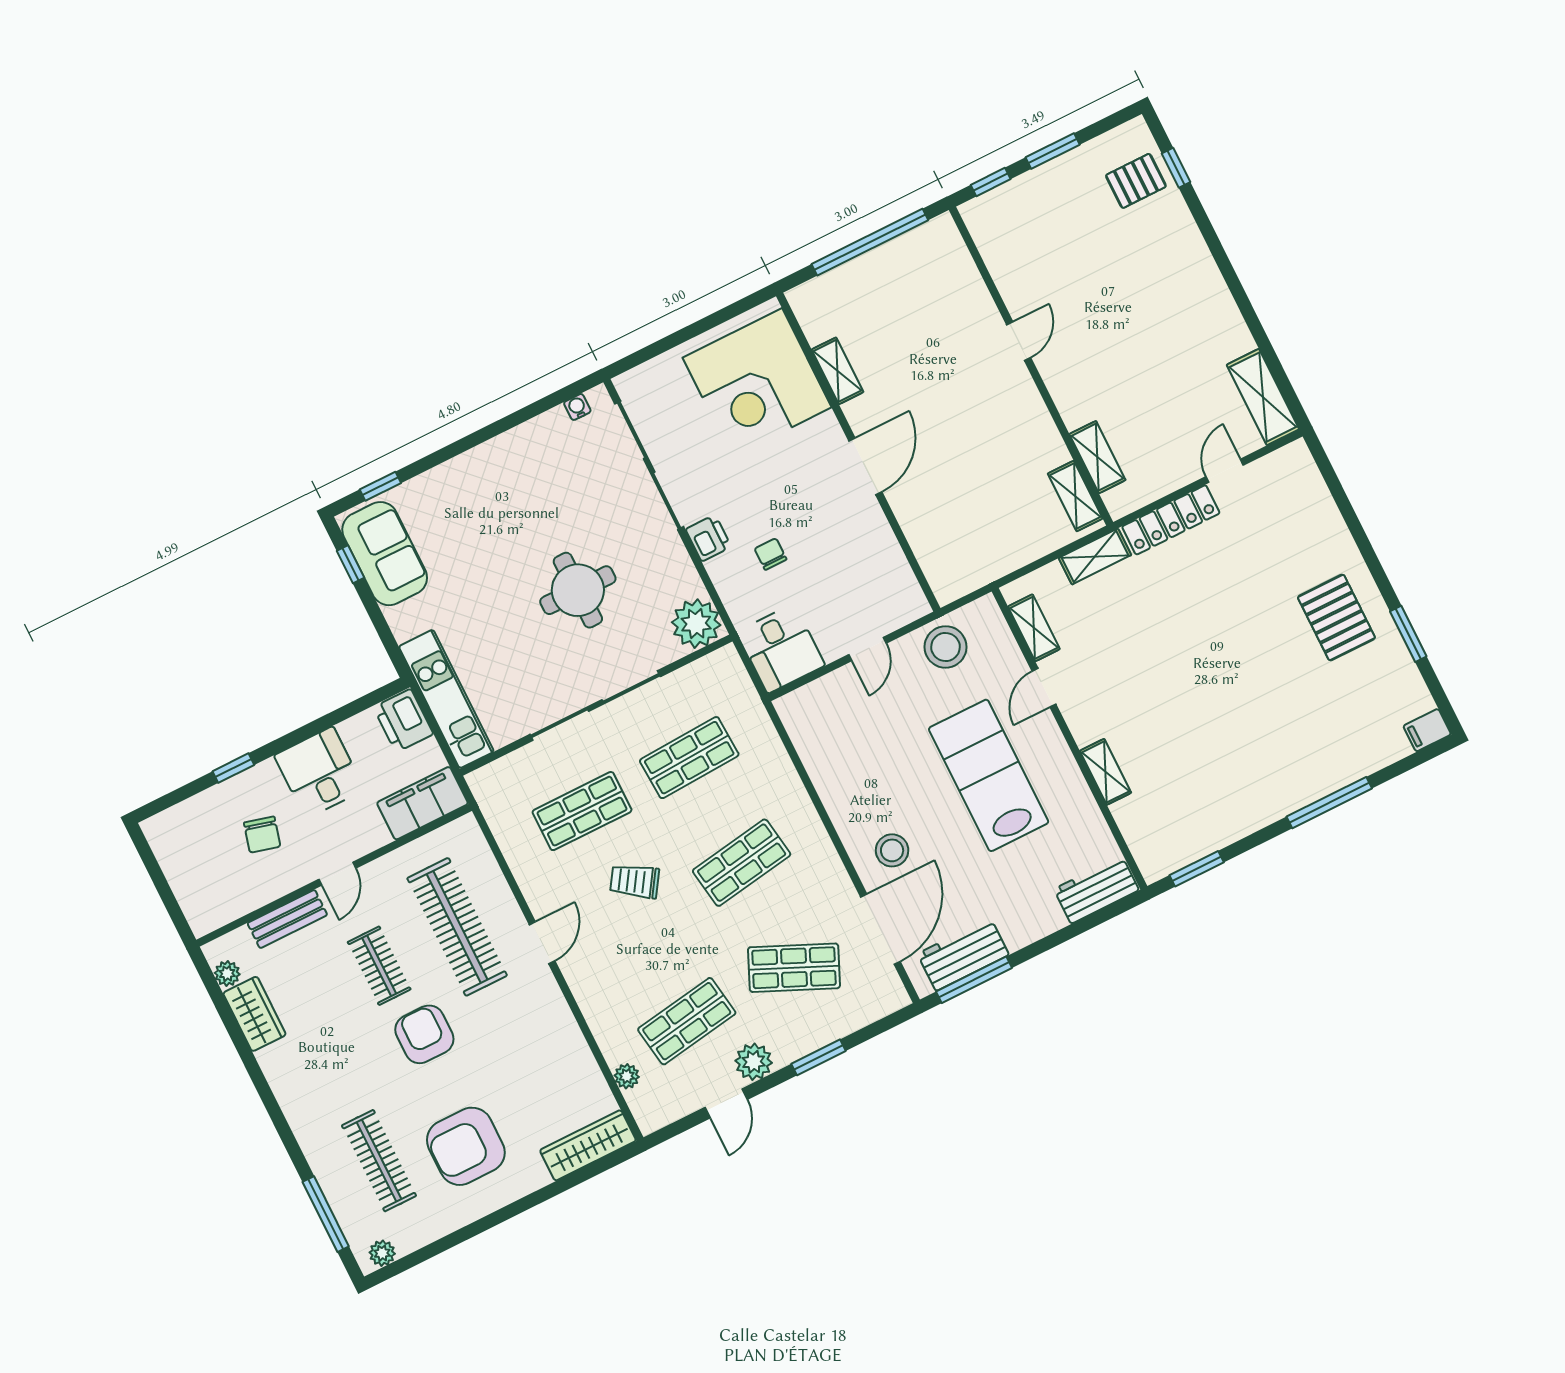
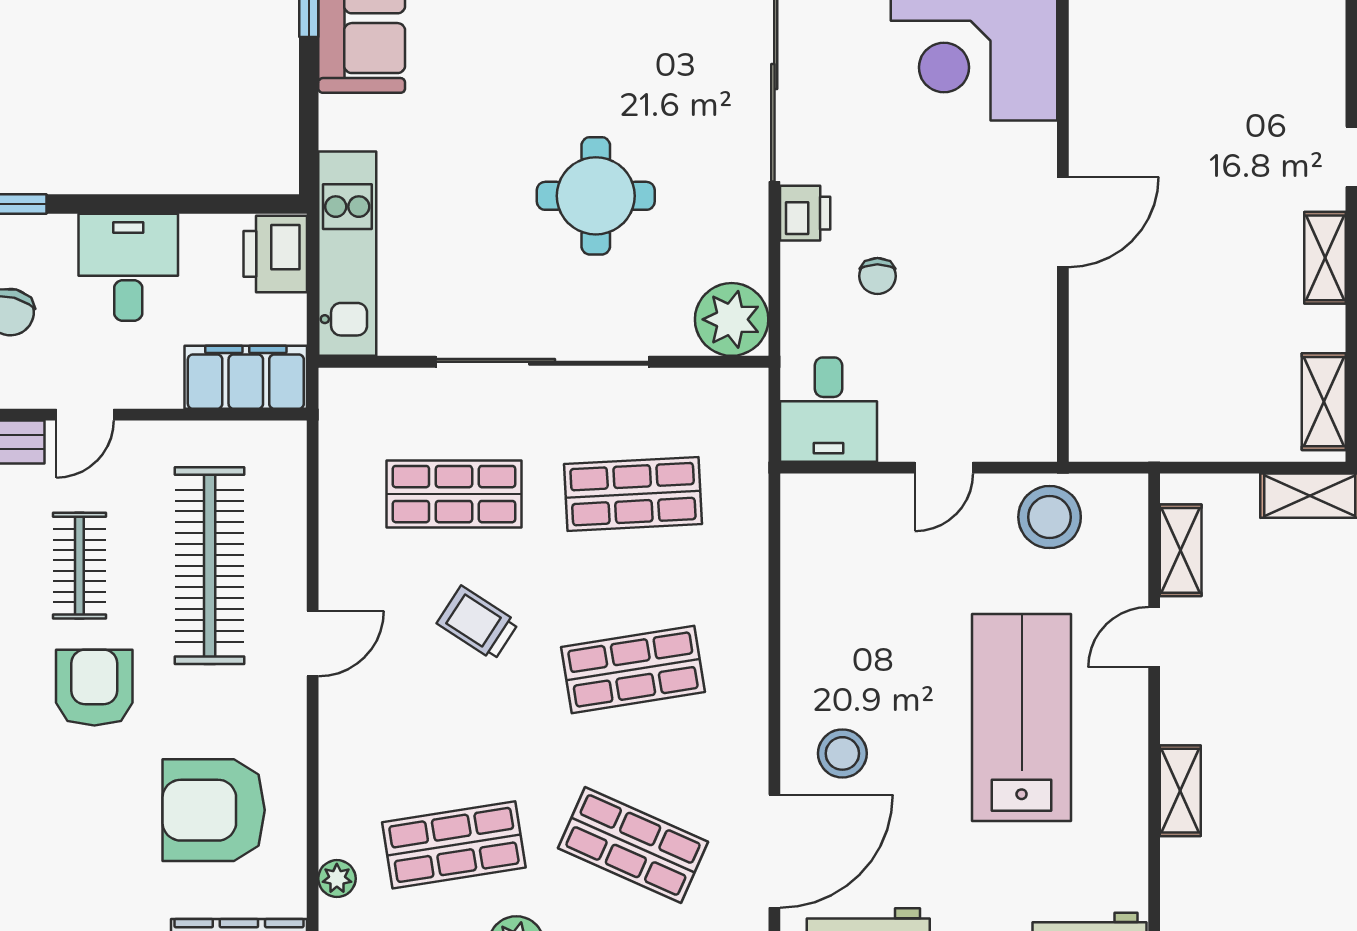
shelving: (837, 371) -> (1325, 258), moved
chair: (771, 554) -> (877, 276), turned 180
armchair: (466, 1146) -> (214, 810), moved

